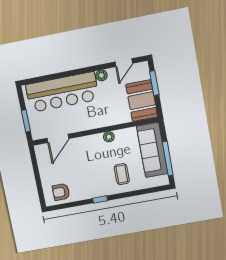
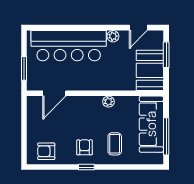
armchair: (95, 182) -> (85, 147), added

